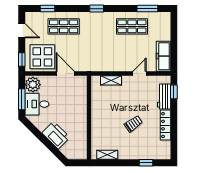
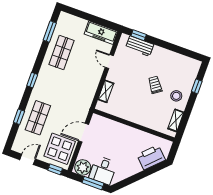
window: (48, 9) -> (19, 117), moved
locker: (166, 125) -> (168, 55), removed
printer: (56, 135) -> (151, 157), moved
stool: (130, 147) -> (176, 96), added

